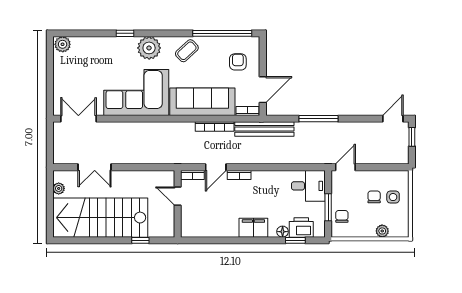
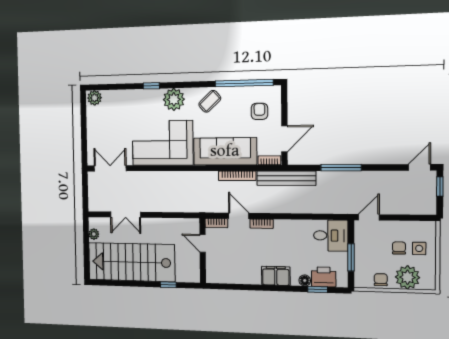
door: (216, 167) -> (239, 216), swing flipped
chair: (342, 216) -> (381, 280), moved
plant: (382, 231) -> (407, 277), width x1.87, depth x1.87

